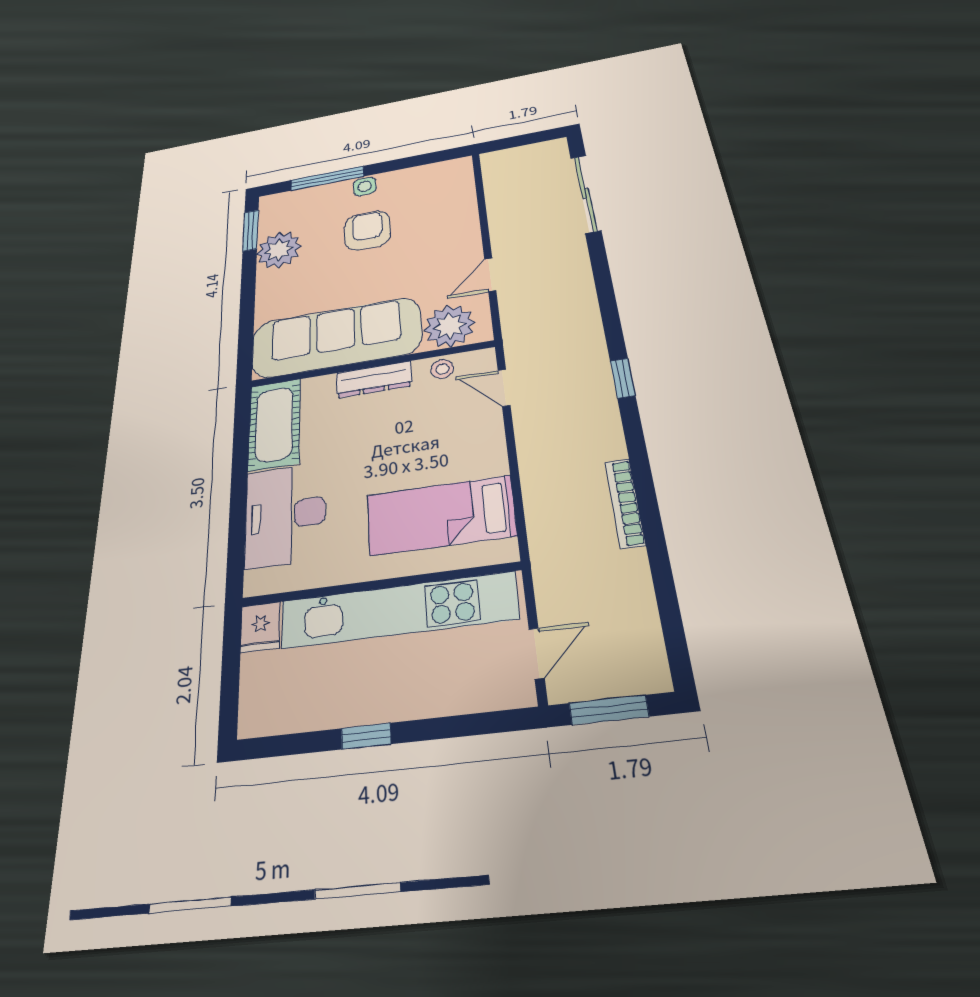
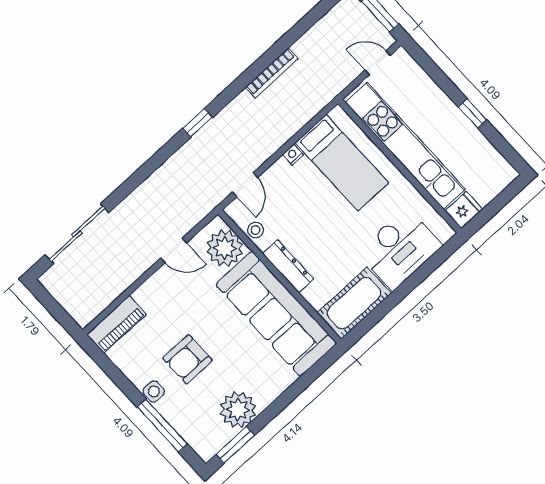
piano: (459, 185) -> (116, 324), added
nightstand: (497, 463) -> (293, 155), added

